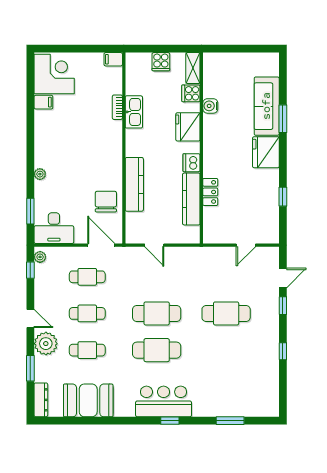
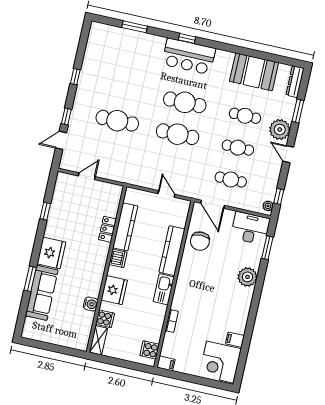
cooker: (161, 62) -> (150, 350), moved, turned -90
kitchen sink: (134, 112) -> (164, 289), moved
plant: (40, 174) -> (247, 277), width x1.88, depth x1.88

